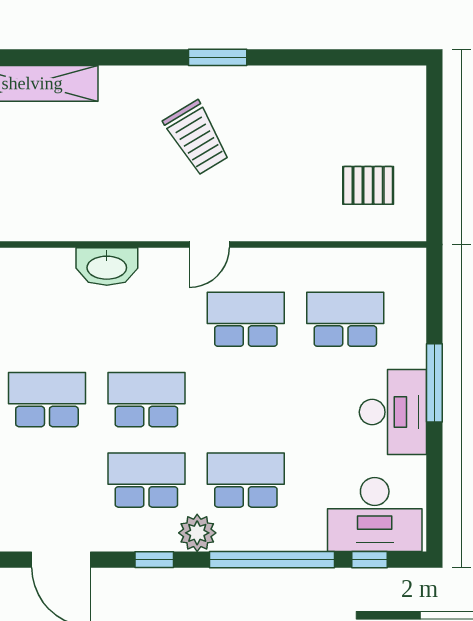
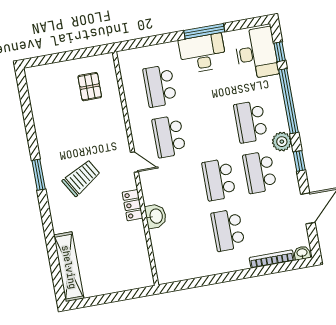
locker: (127, 226) -> (132, 205), added
washbasin: (107, 267) -> (156, 216), width x0.72
window: (434, 383) -> (204, 31), moved

